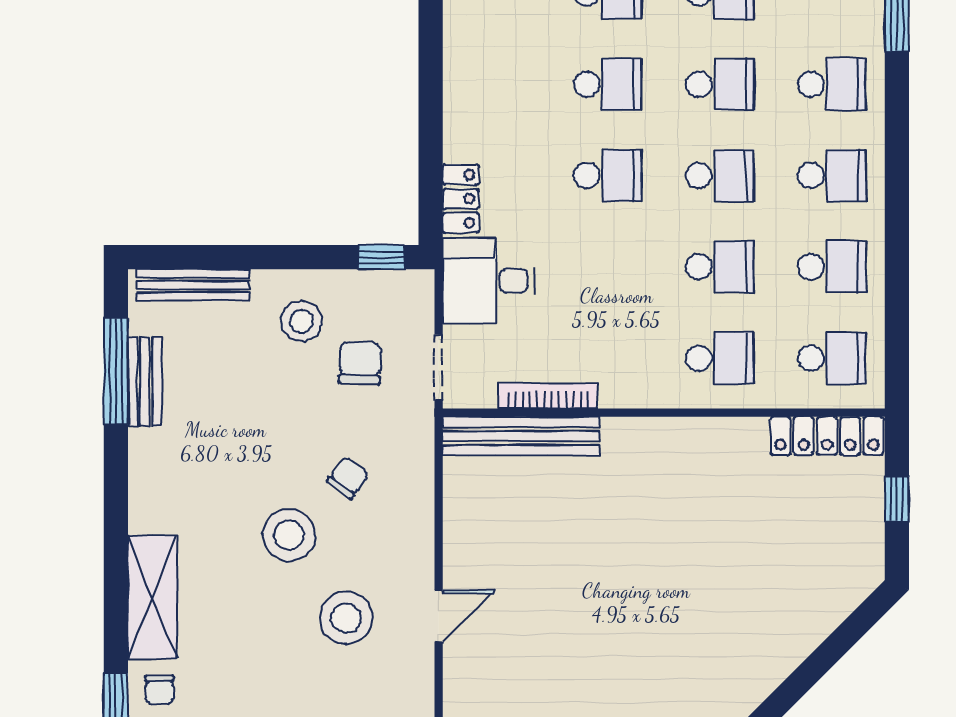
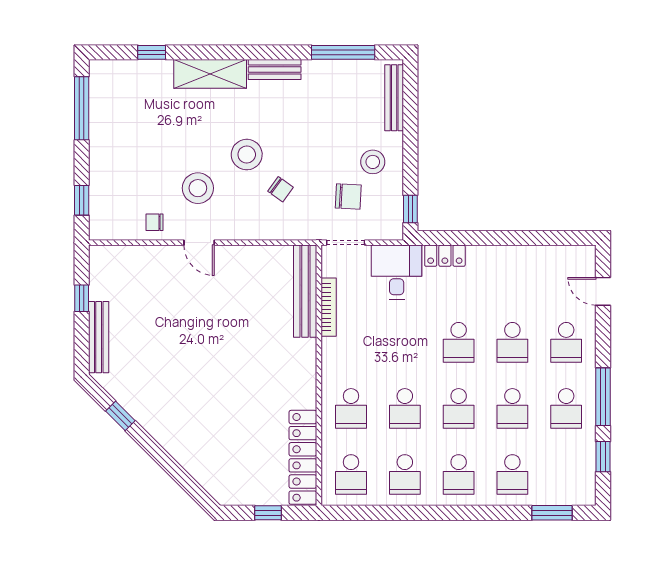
bench: (145, 382) -> (275, 69), moved
locker: (827, 436) -> (303, 457), width x1.41, depth x1.21
chair: (160, 690) -> (154, 222), moved

